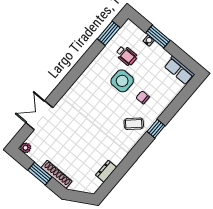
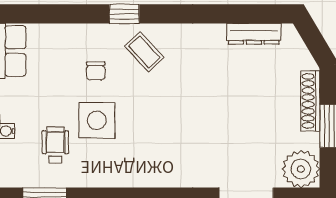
plant: (25, 148) -> (301, 169), width x1.88, depth x1.88
dresser: (106, 171) -> (254, 34), width x1.44

